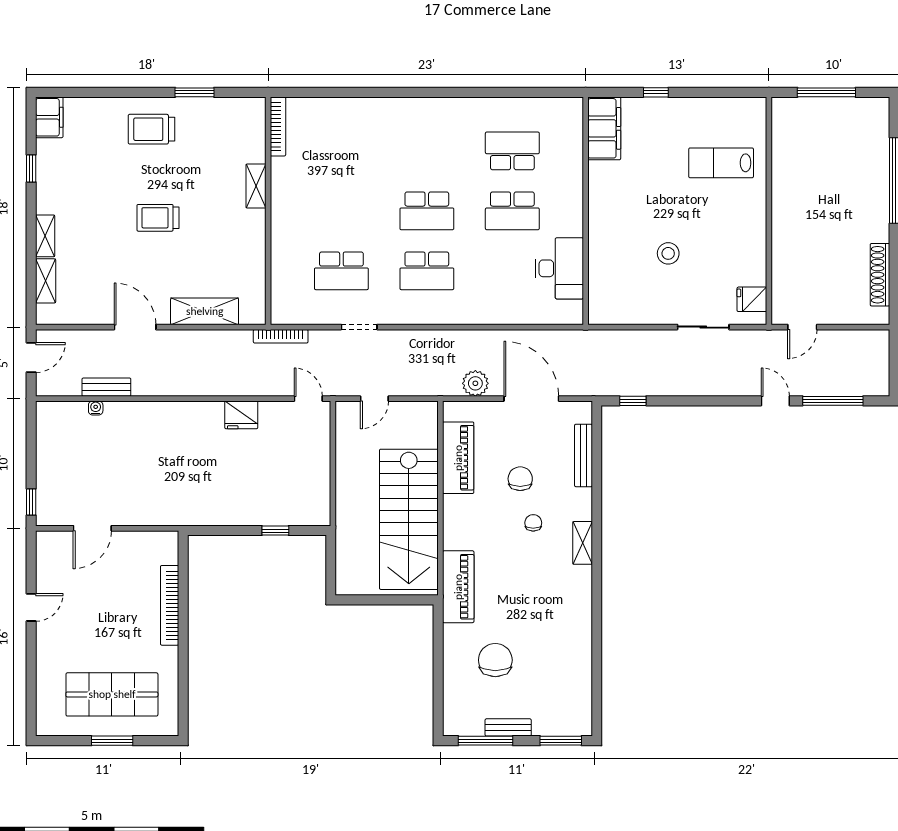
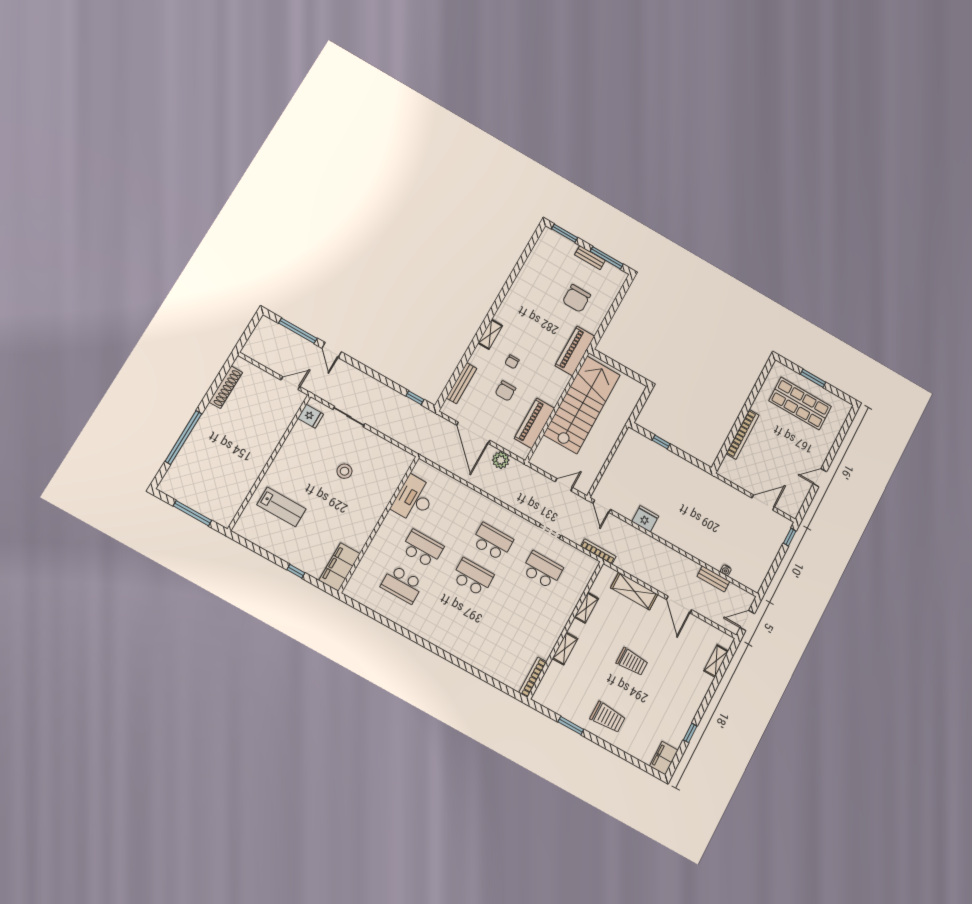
shelving: (45, 236) -> (586, 608), moved

